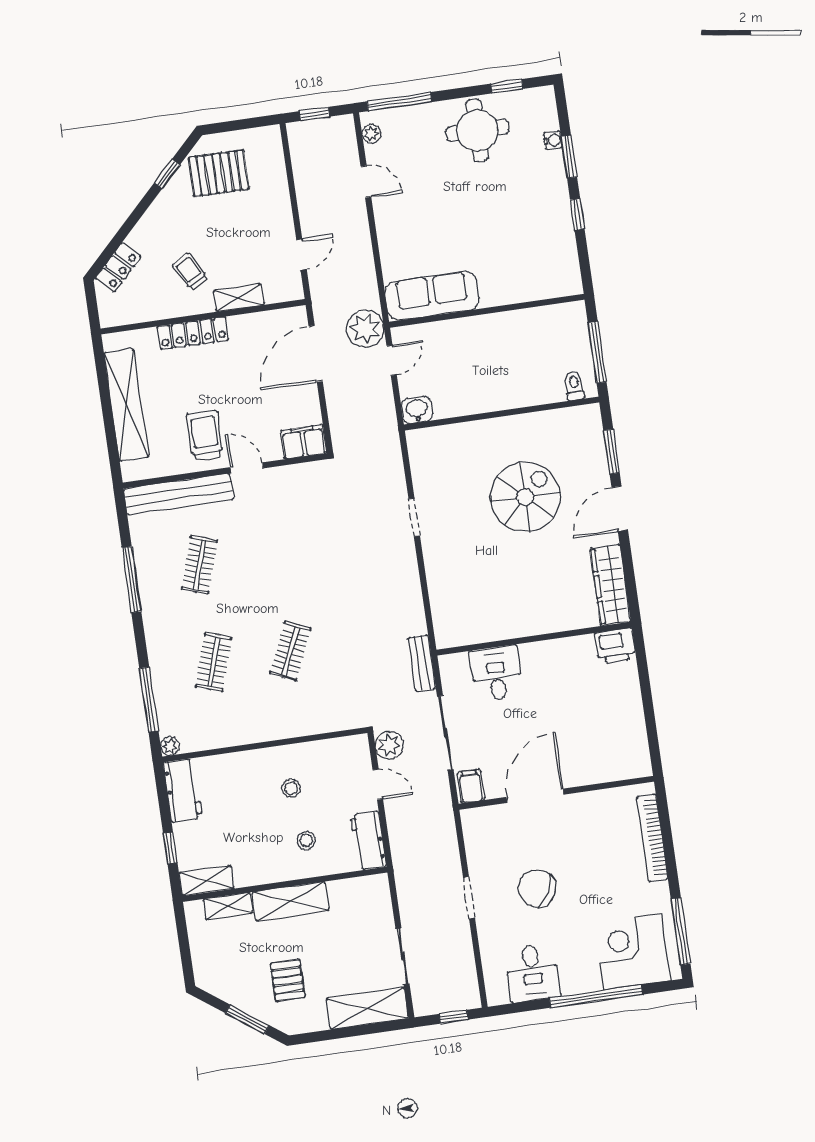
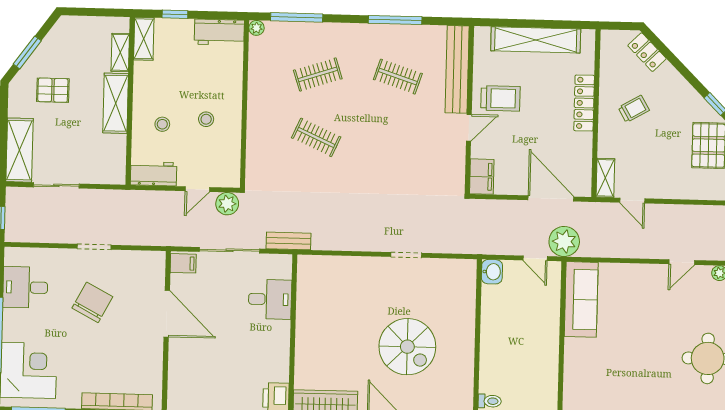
shelving: (239, 298) -> (605, 178), moved
clothes rail: (214, 662) -> (318, 74), turned -36

